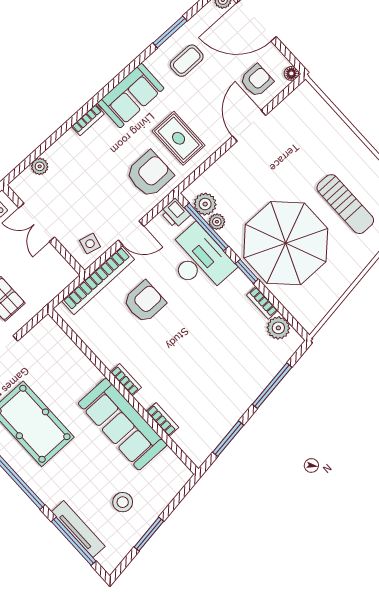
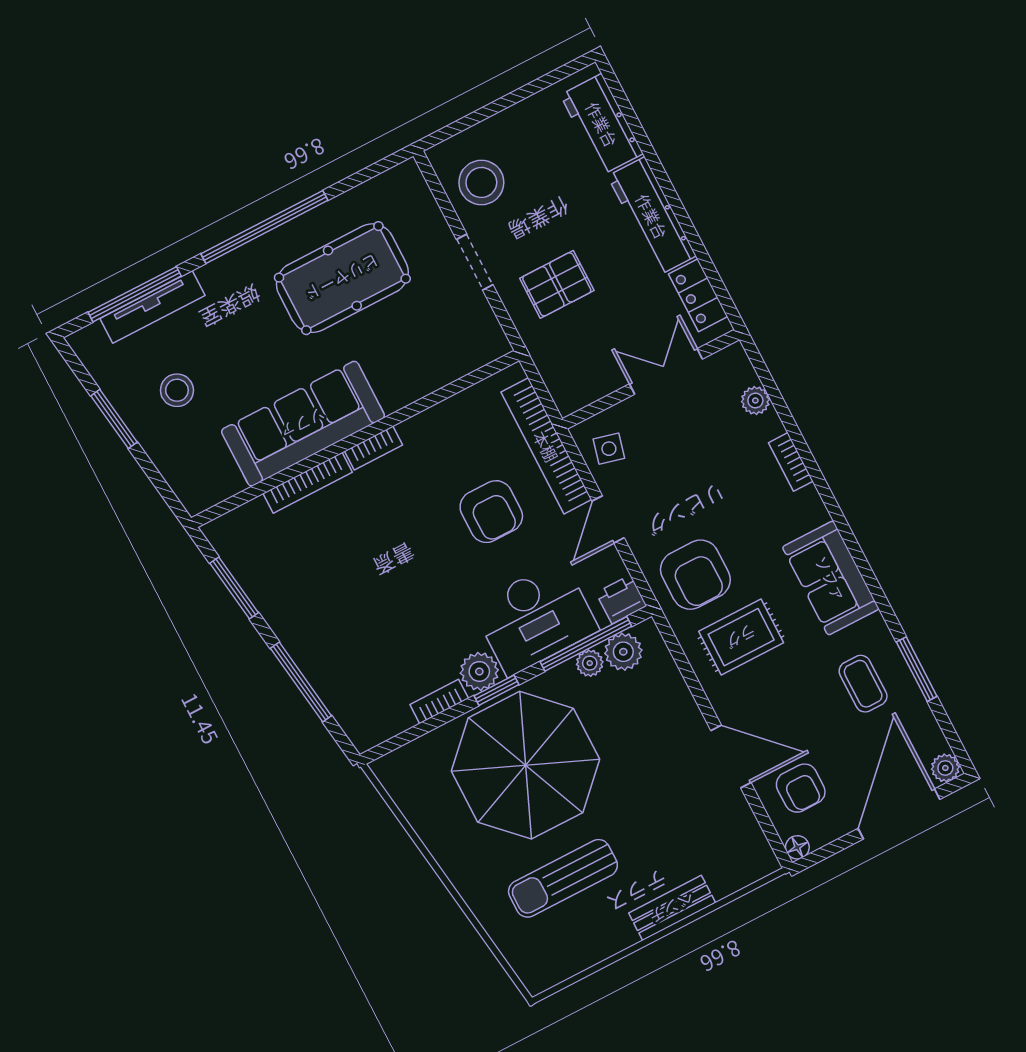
bookcase: (88, 120) -> (791, 462), moved
bench: (346, 137) -> (672, 908), added
plant: (278, 328) -> (479, 671), moved
bookcase: (162, 419) -> (308, 483), width x1.56

